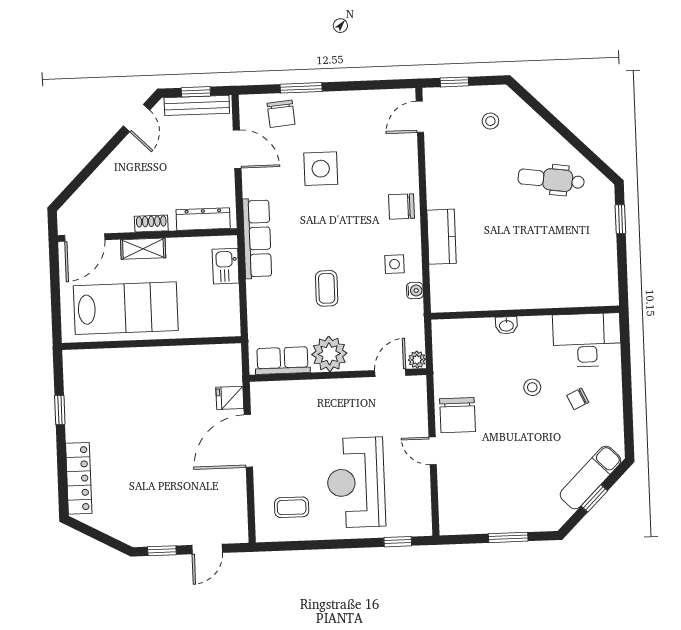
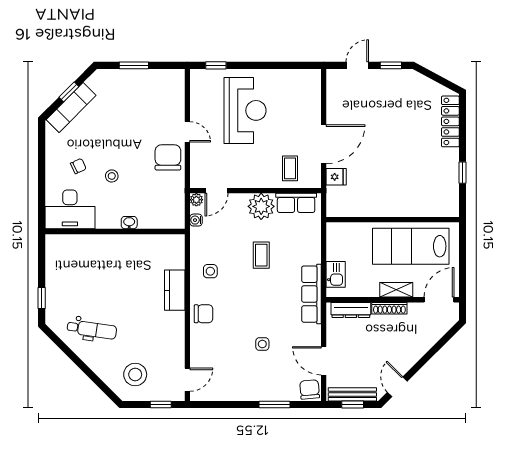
chair: (281, 114) -> (310, 389), moved
stool: (490, 121) -> (135, 374), width x1.89, depth x1.89
side table: (321, 169) -> (262, 344), width x0.54, depth x0.54
shoe rack: (151, 223) -> (389, 308), width x1.43
water cooler: (415, 291) -> (196, 220), moved
coffee table: (292, 507) -> (290, 168), moved, turned 90

